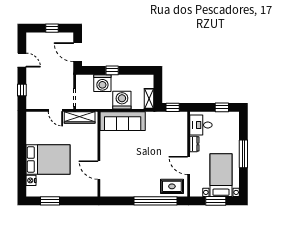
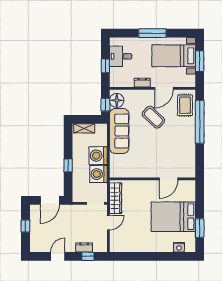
washing machine: (102, 83) -> (98, 174), moved, turned 180
dresser: (31, 86) -> (84, 247), added
shelving: (149, 99) -> (84, 128), moved
window: (222, 107) -> (105, 66), moved
floor lamp: (177, 119) -> (117, 100), added
sofa: (123, 121) -> (119, 131), moved
desk: (201, 125) -> (121, 56), moved, turned 90
coffee table: (160, 155) -> (153, 117), added
bed: (48, 160) -> (173, 217), moved, turned -90

